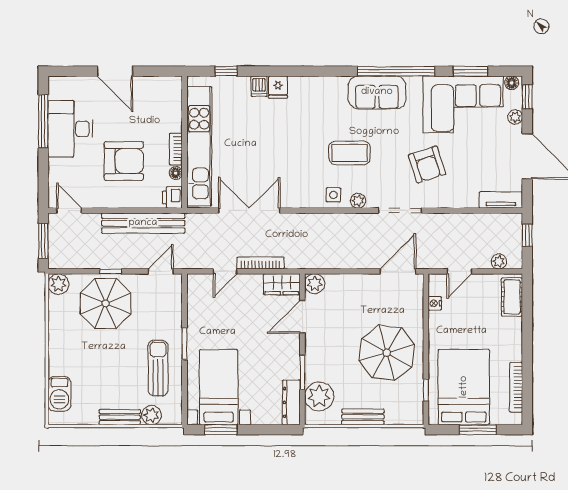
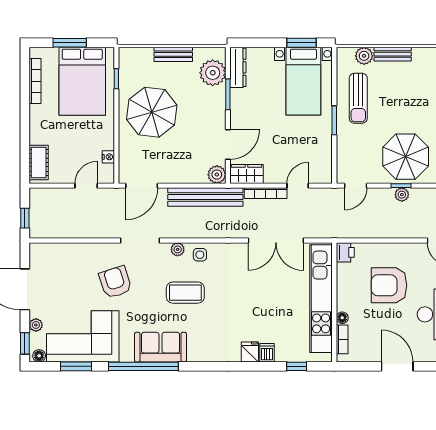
bookcase: (176, 149) -> (342, 339), moved
floor lamp: (176, 173) -> (342, 318), moved
tv unit: (501, 200) -> (49, 250), removed
bench: (143, 223) -> (205, 197), moved
plant: (499, 261) -> (402, 195), moved

